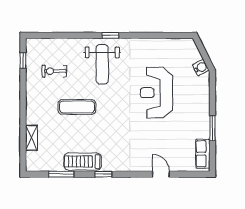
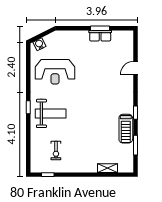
water cooler: (201, 68) -> (39, 44), moved
reception desk: (156, 93) -> (55, 72), moved
exercise mat: (77, 107) -> (84, 133), removed
row of seats: (203, 154) -> (100, 36), moved

